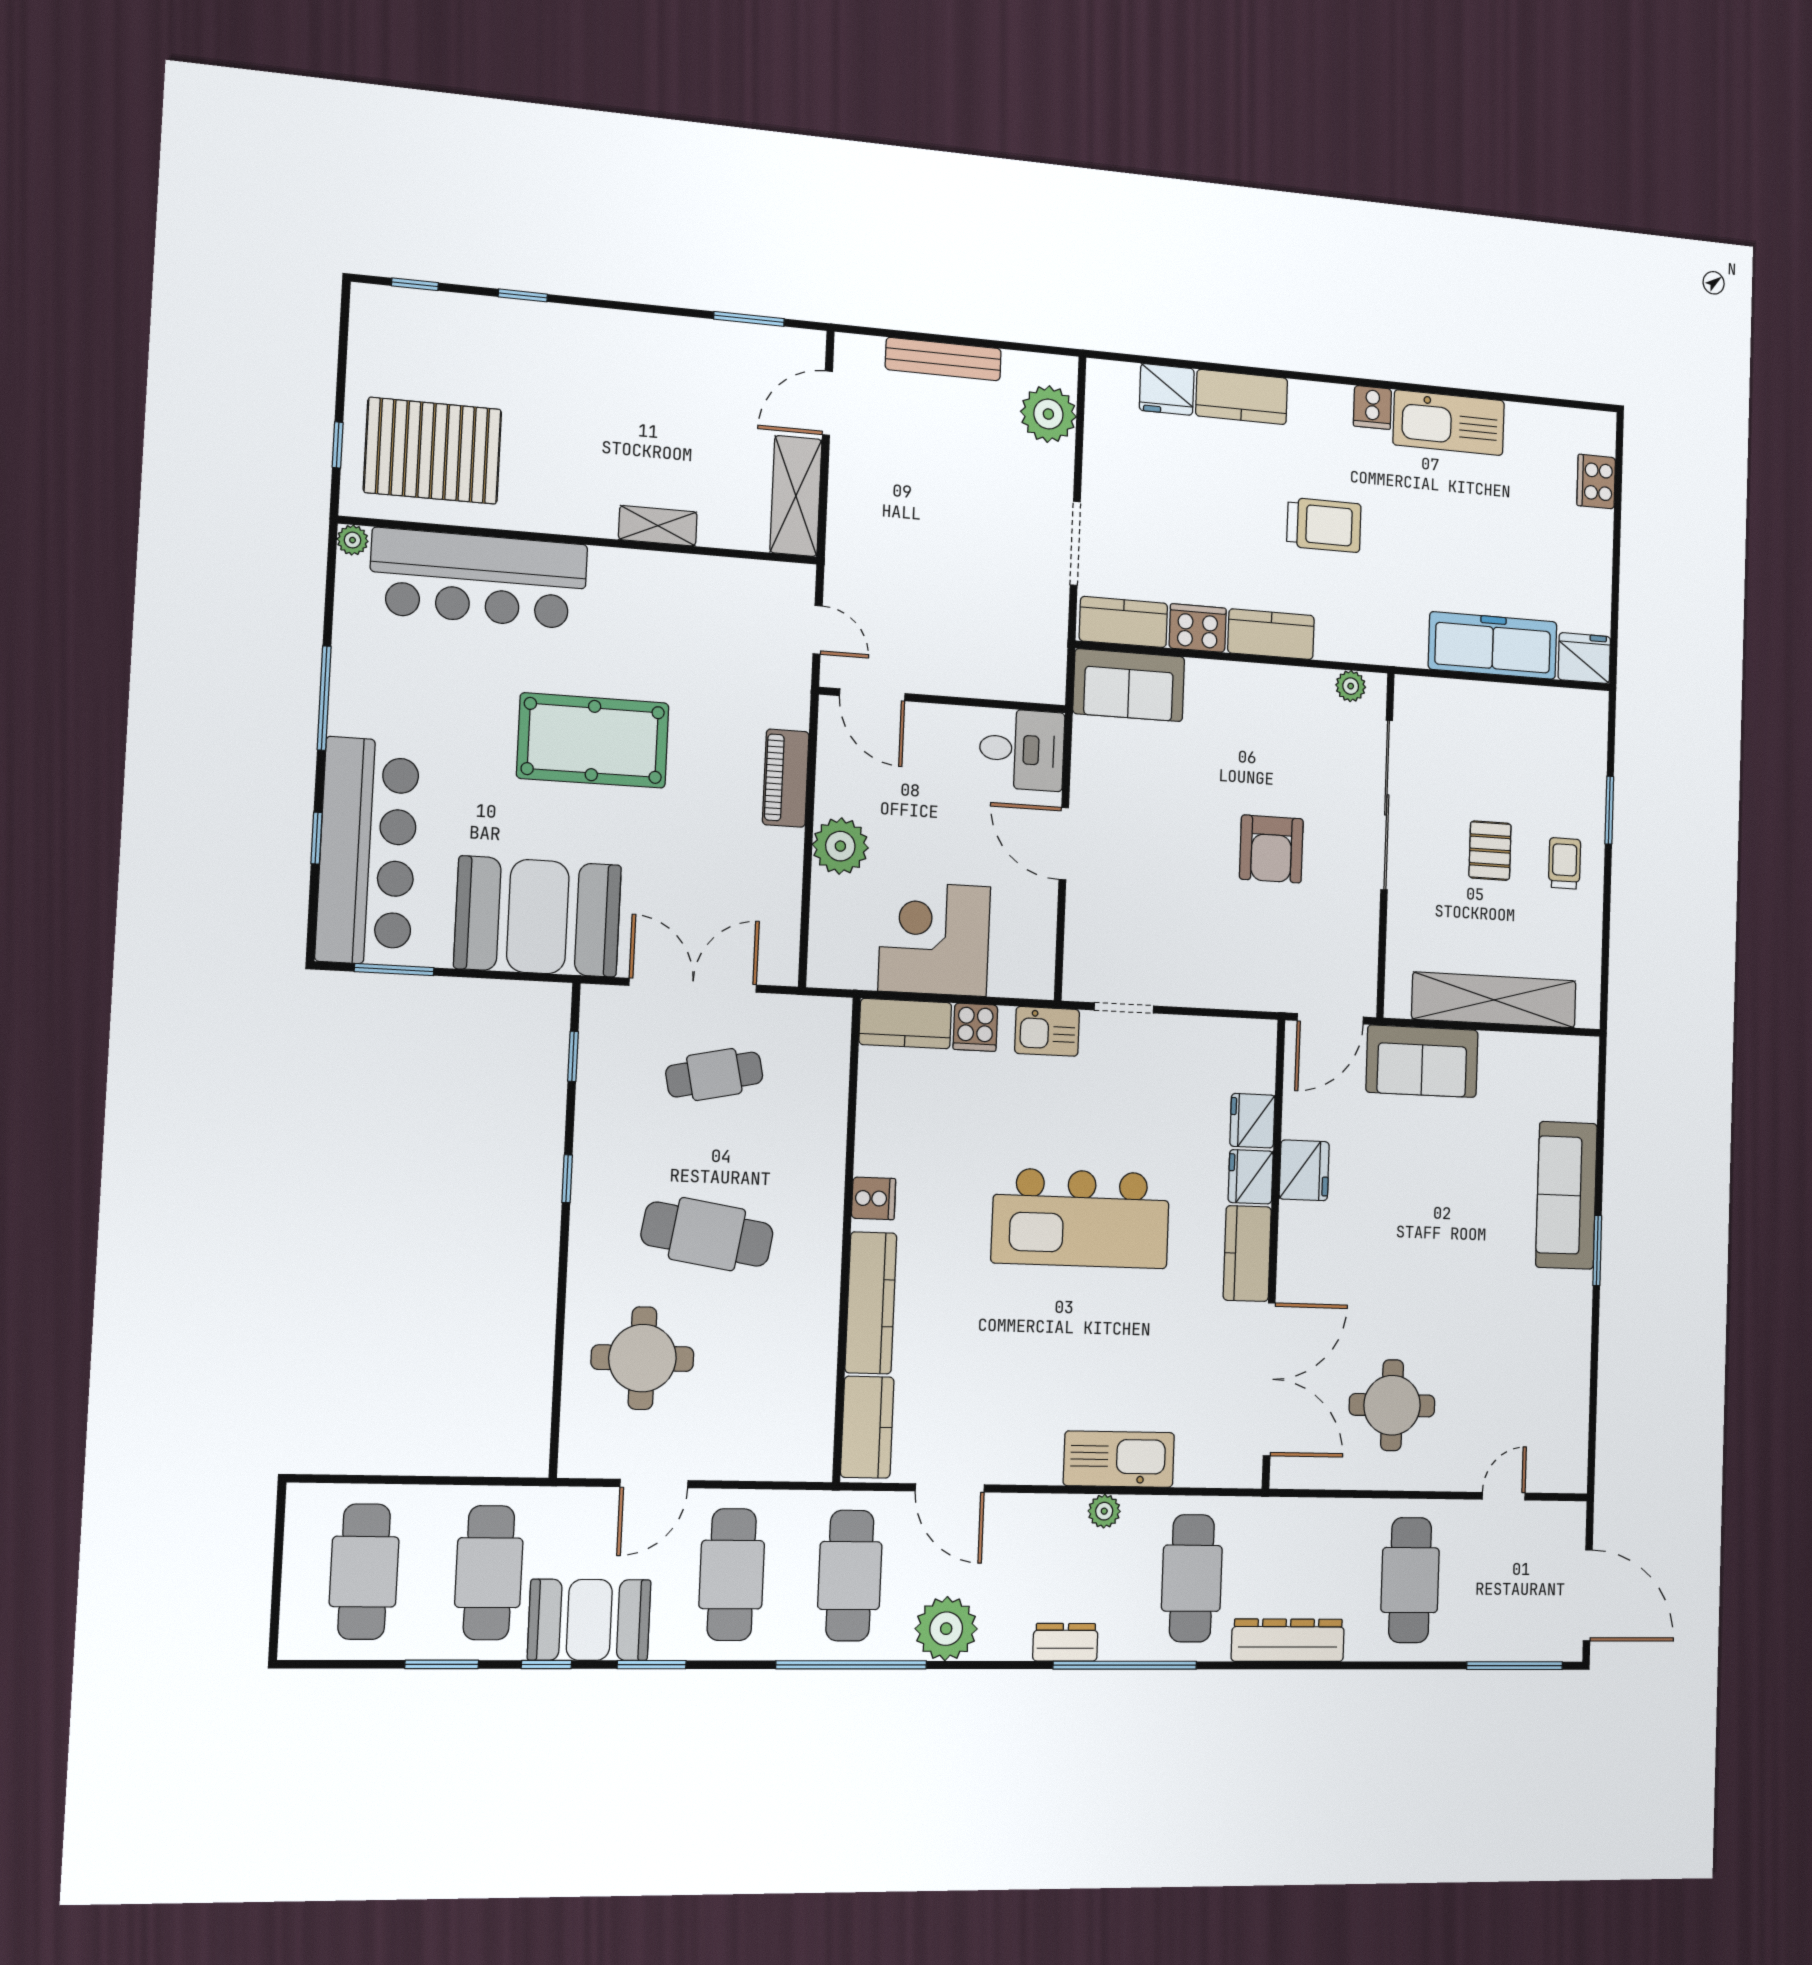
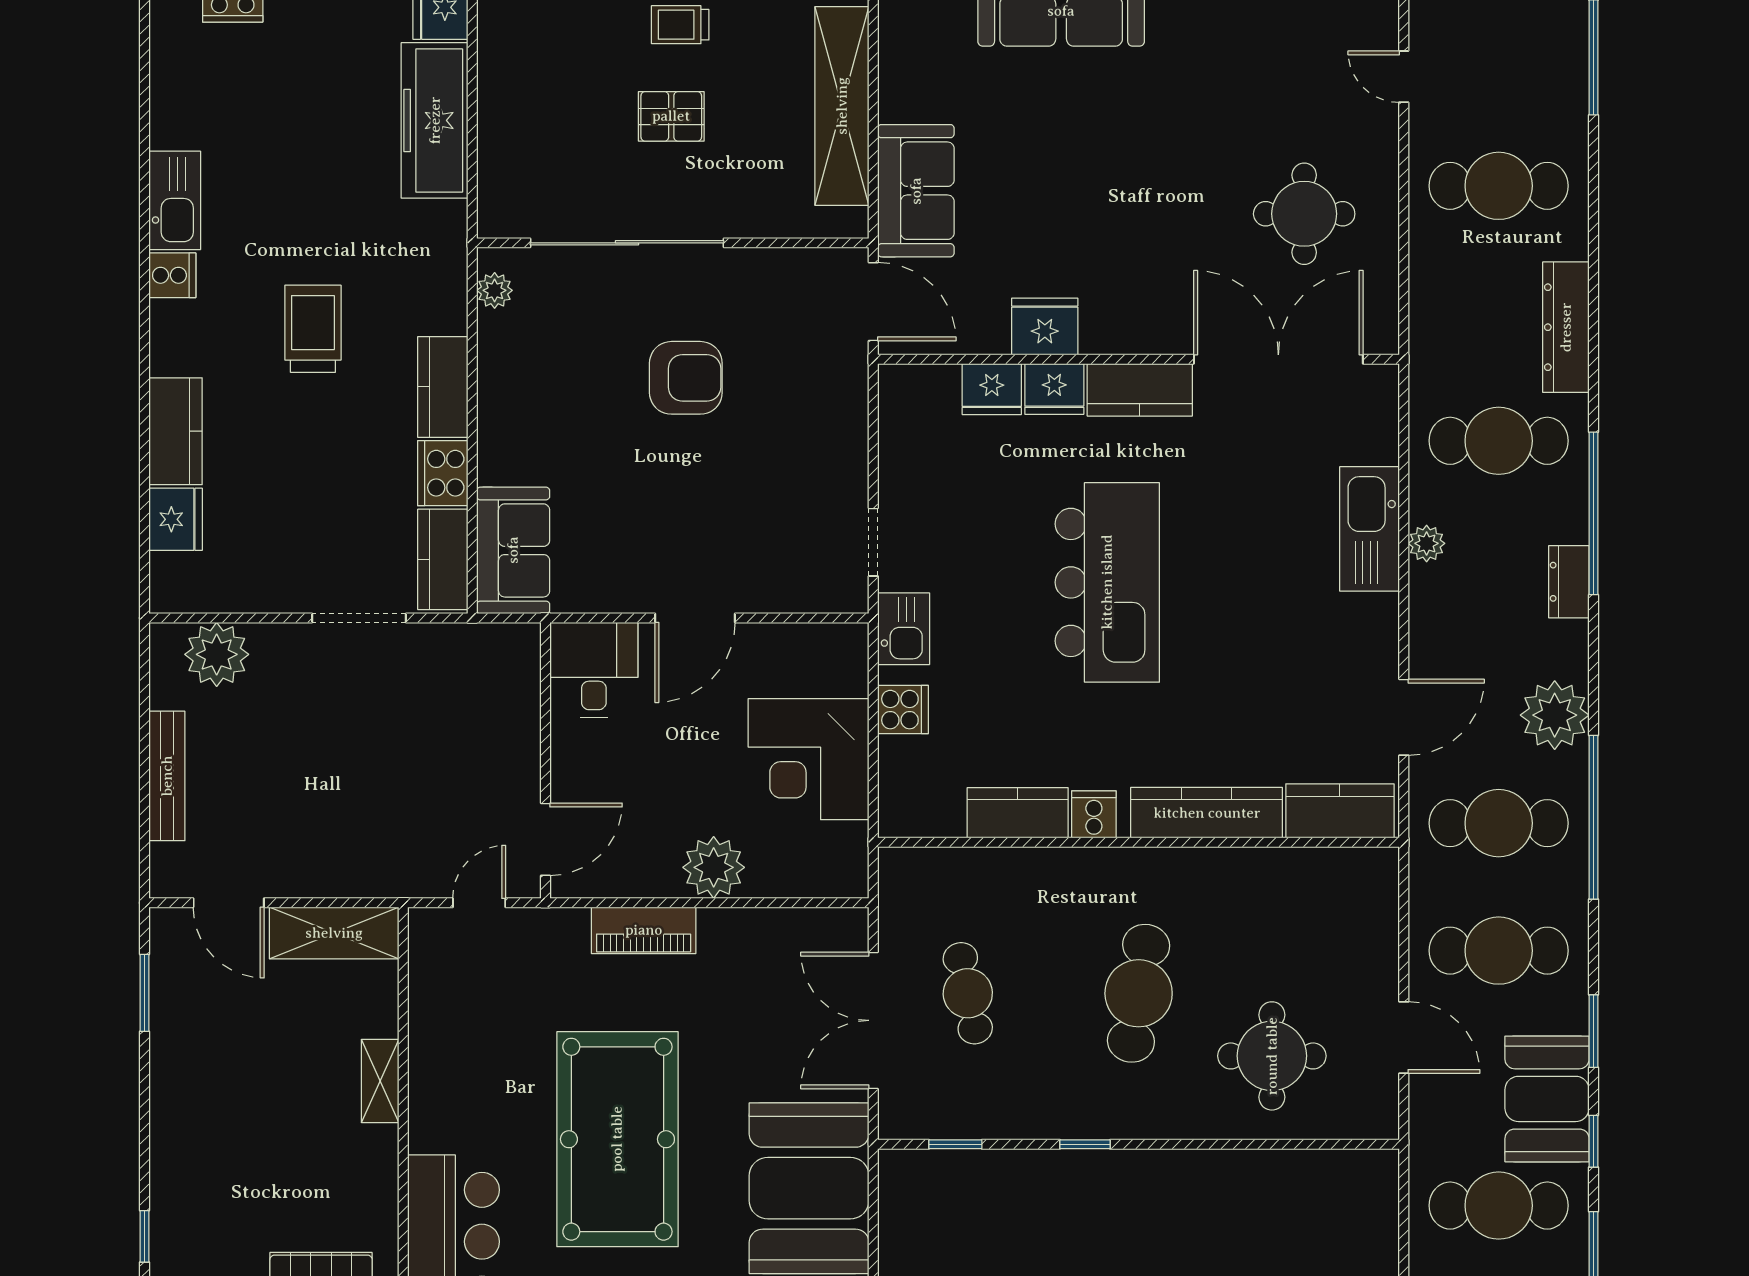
kitchen sink: (1449, 423) -> (175, 200), width x0.73, depth x0.81
pool table: (593, 741) -> (617, 1139), width x1.36, depth x1.32
kitchen counter: (905, 1024) -> (1018, 813), moved, turned -90

